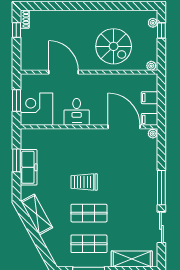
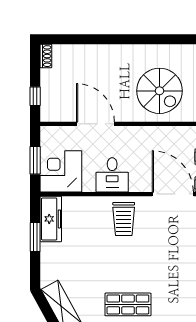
window: (16, 30) -> (35, 96), moved
freezer: (29, 167) -> (51, 219), moved
trolley: (84, 182) -> (124, 219), moved, turned -90

